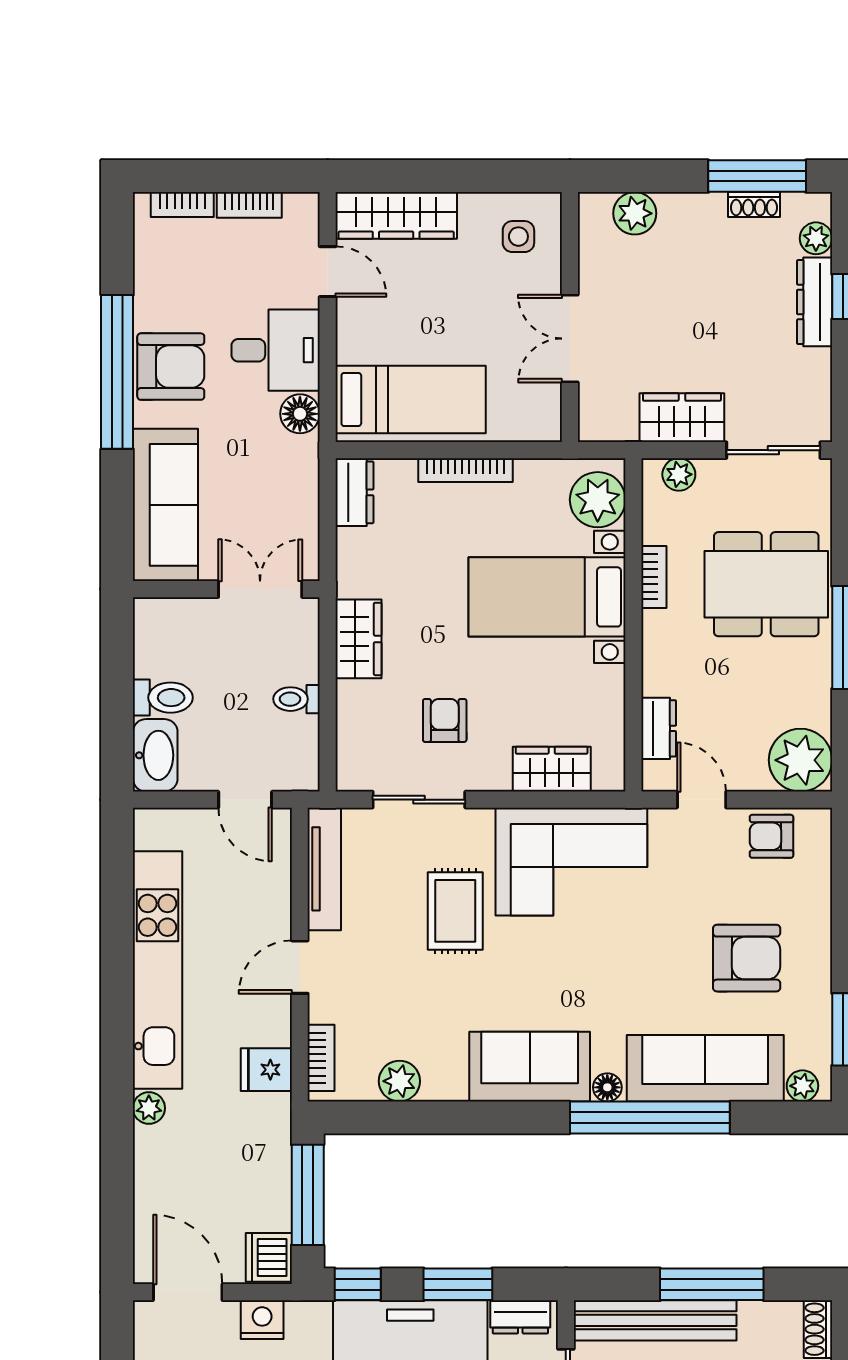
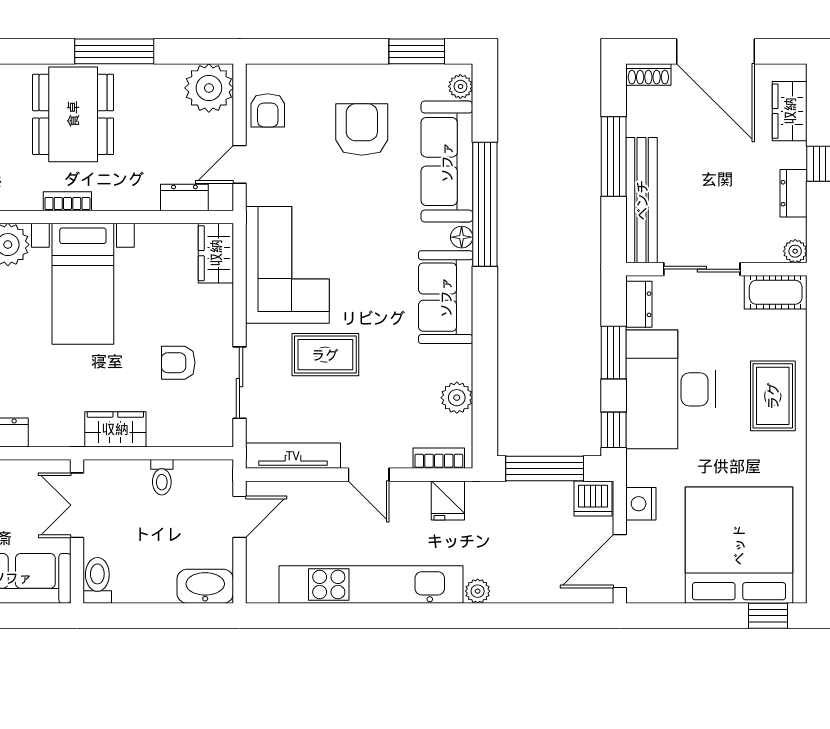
toilet: (163, 698) -> (97, 580), moved
wardrobe: (552, 769) -> (216, 253), moved

